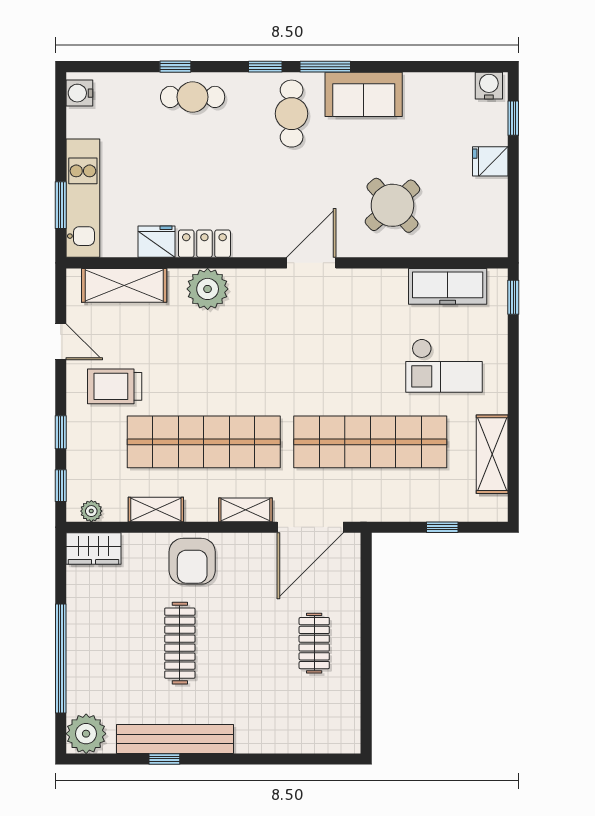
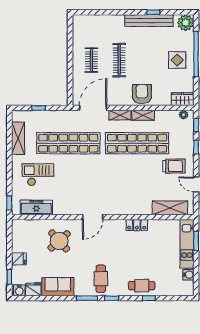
water cooler: (79, 93) -> (188, 275), moved
sofa: (364, 94) -> (58, 287), moved
fridge: (157, 242) -> (33, 289), moved, turned 180
plant: (208, 289) -> (135, 206), removed
shelving: (156, 509) -> (143, 115), moved
display table: (106, 643) -> (177, 60), added
clothes rail: (180, 643) -> (119, 60), moved

